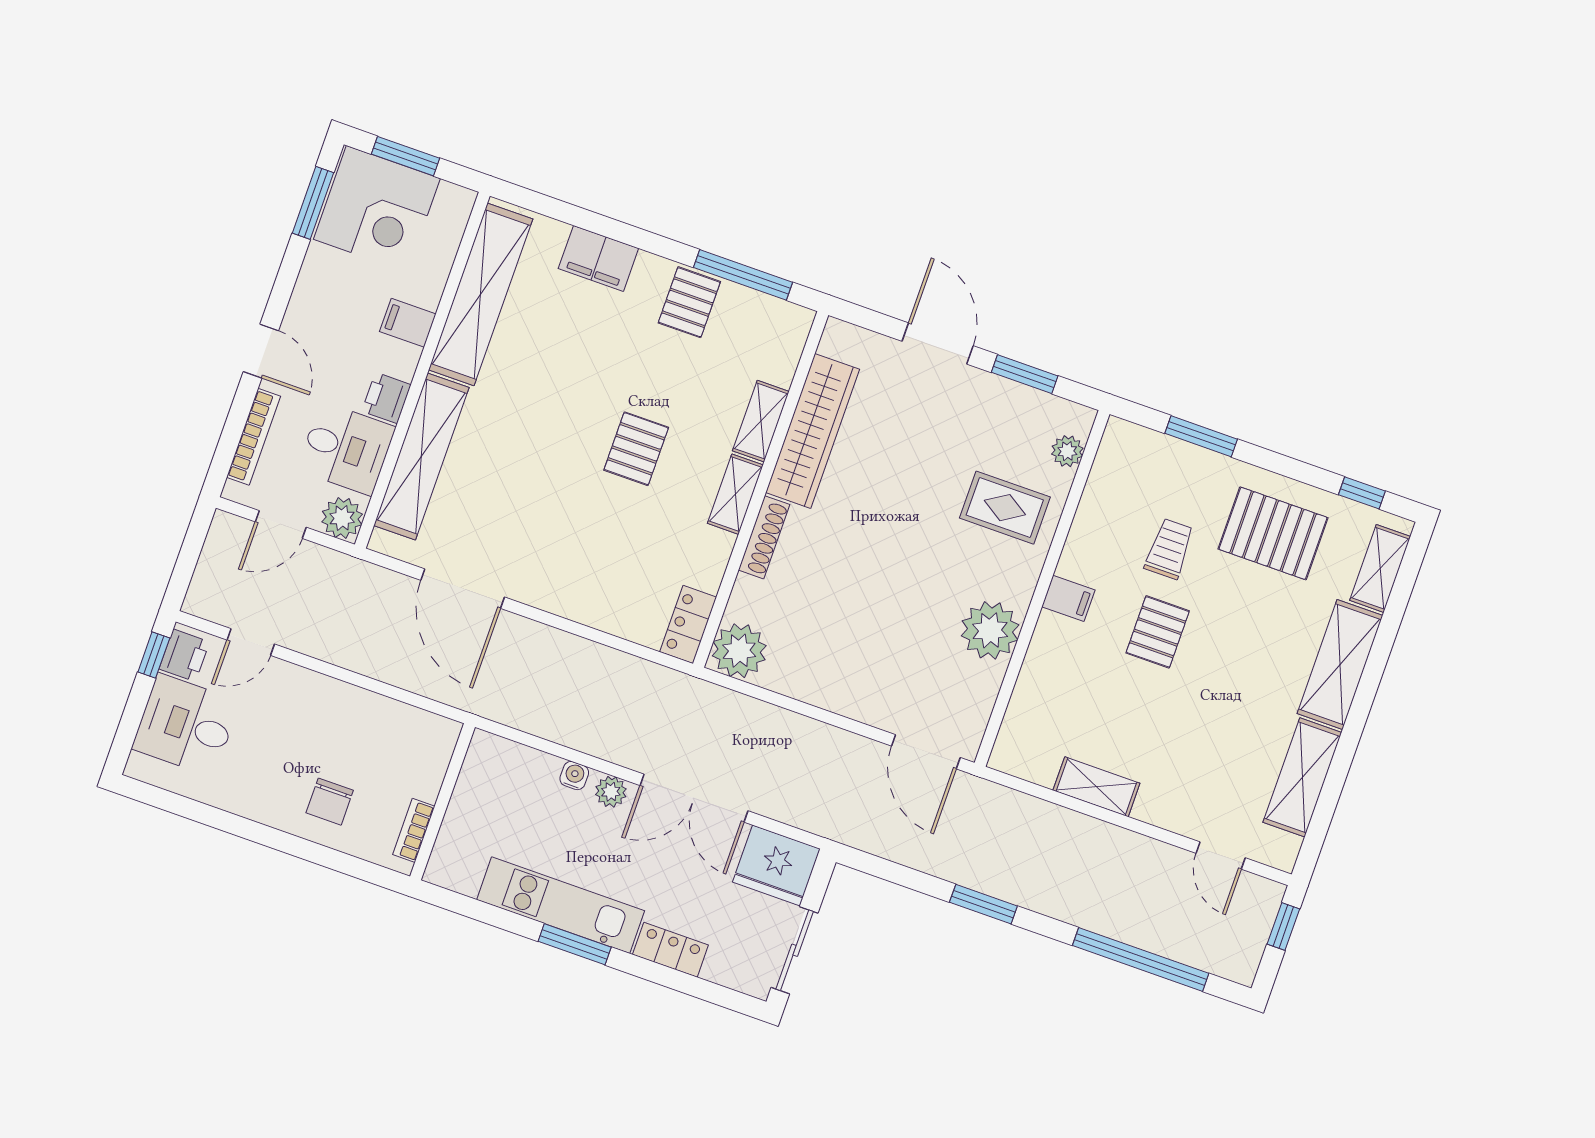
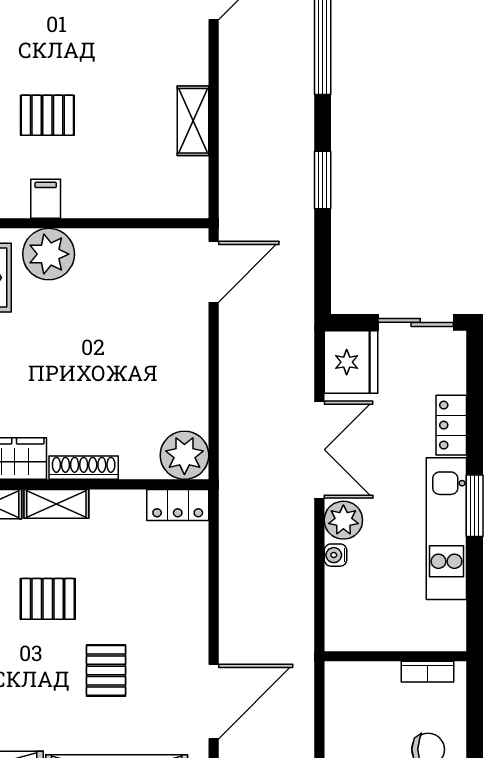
pallet: (537, 484) -> (106, 670), added
plant: (990, 630) -> (49, 254), moved
plant: (611, 792) -> (343, 520), width x1.38, depth x1.38

